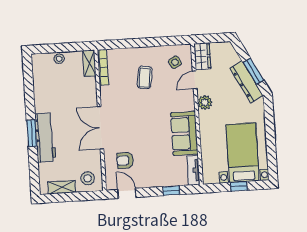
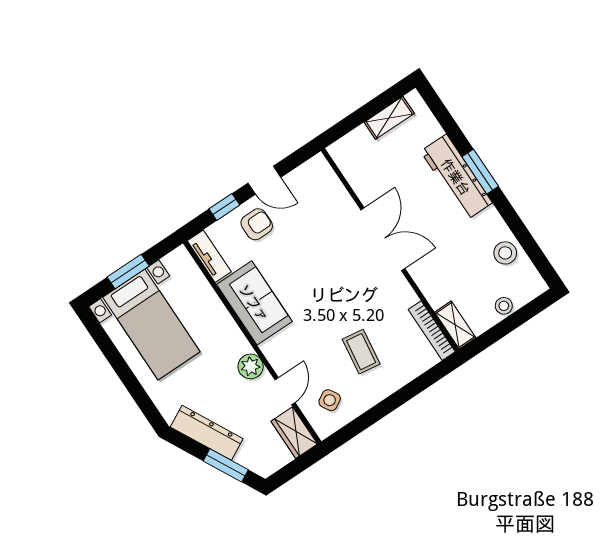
window: (253, 71) -> (226, 465), moved
armchair: (125, 160) -> (257, 224), moved
stool: (88, 178) -> (505, 253), moved
window: (239, 186) -> (128, 271), width x1.50
door: (127, 193) -> (264, 180), moved

